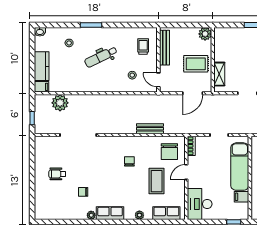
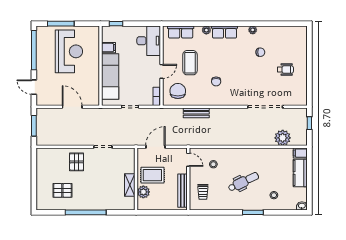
plant: (205, 34) -> (143, 192), moved
shelving: (219, 74) -> (130, 185), moved
row of seats: (110, 213) -> (225, 32), moved

